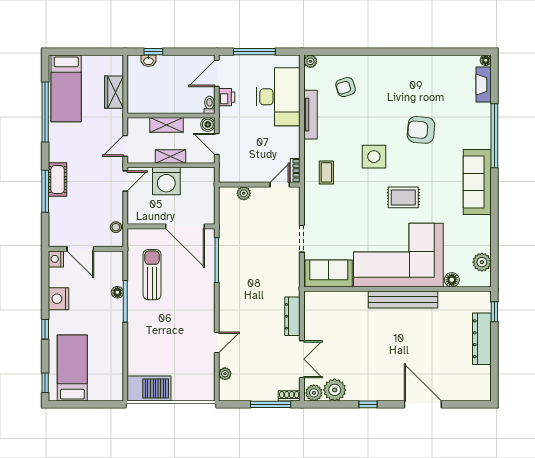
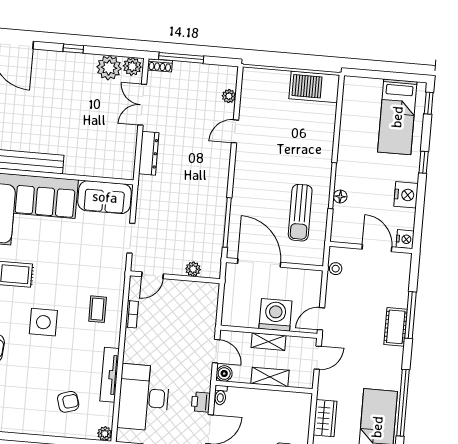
wall: (259, 185) -> (175, 277), moved
door: (280, 185) -> (152, 275), moved
plant: (244, 193) -> (193, 269), moved

